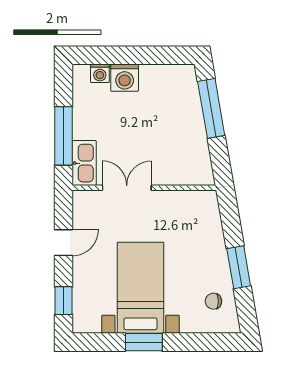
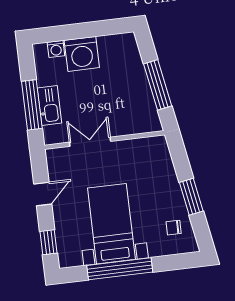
washing machine: (125, 78) -> (82, 54), width x1.37, depth x1.37
window: (211, 108) -> (158, 85), moved
kitchen sink: (84, 163) -> (49, 106), moved
window: (144, 342) -> (120, 269), width x2.11

